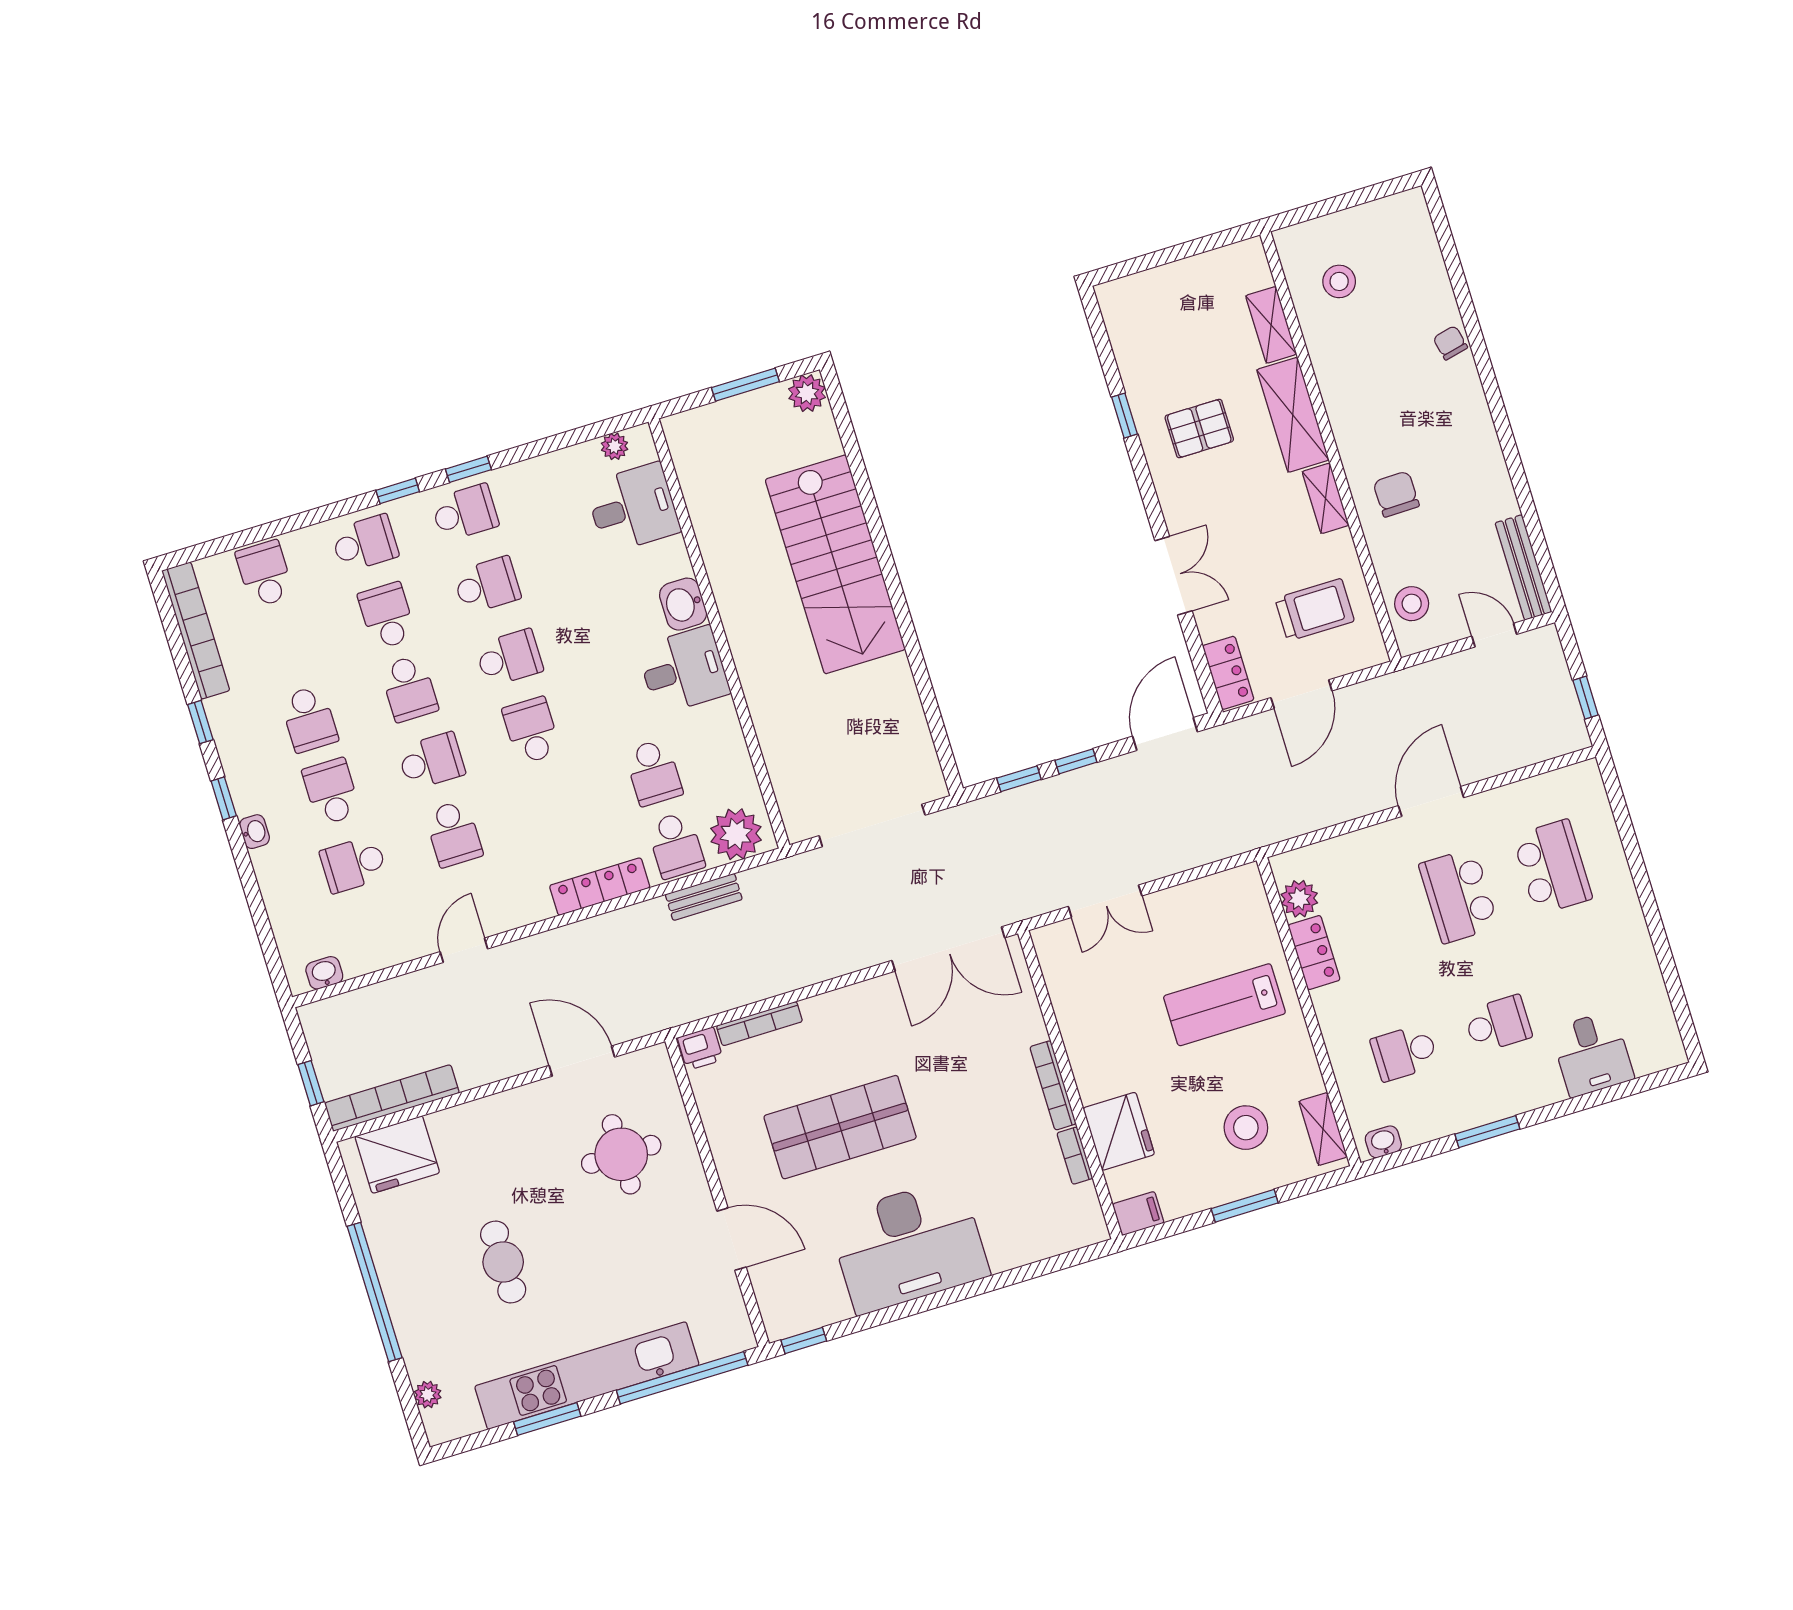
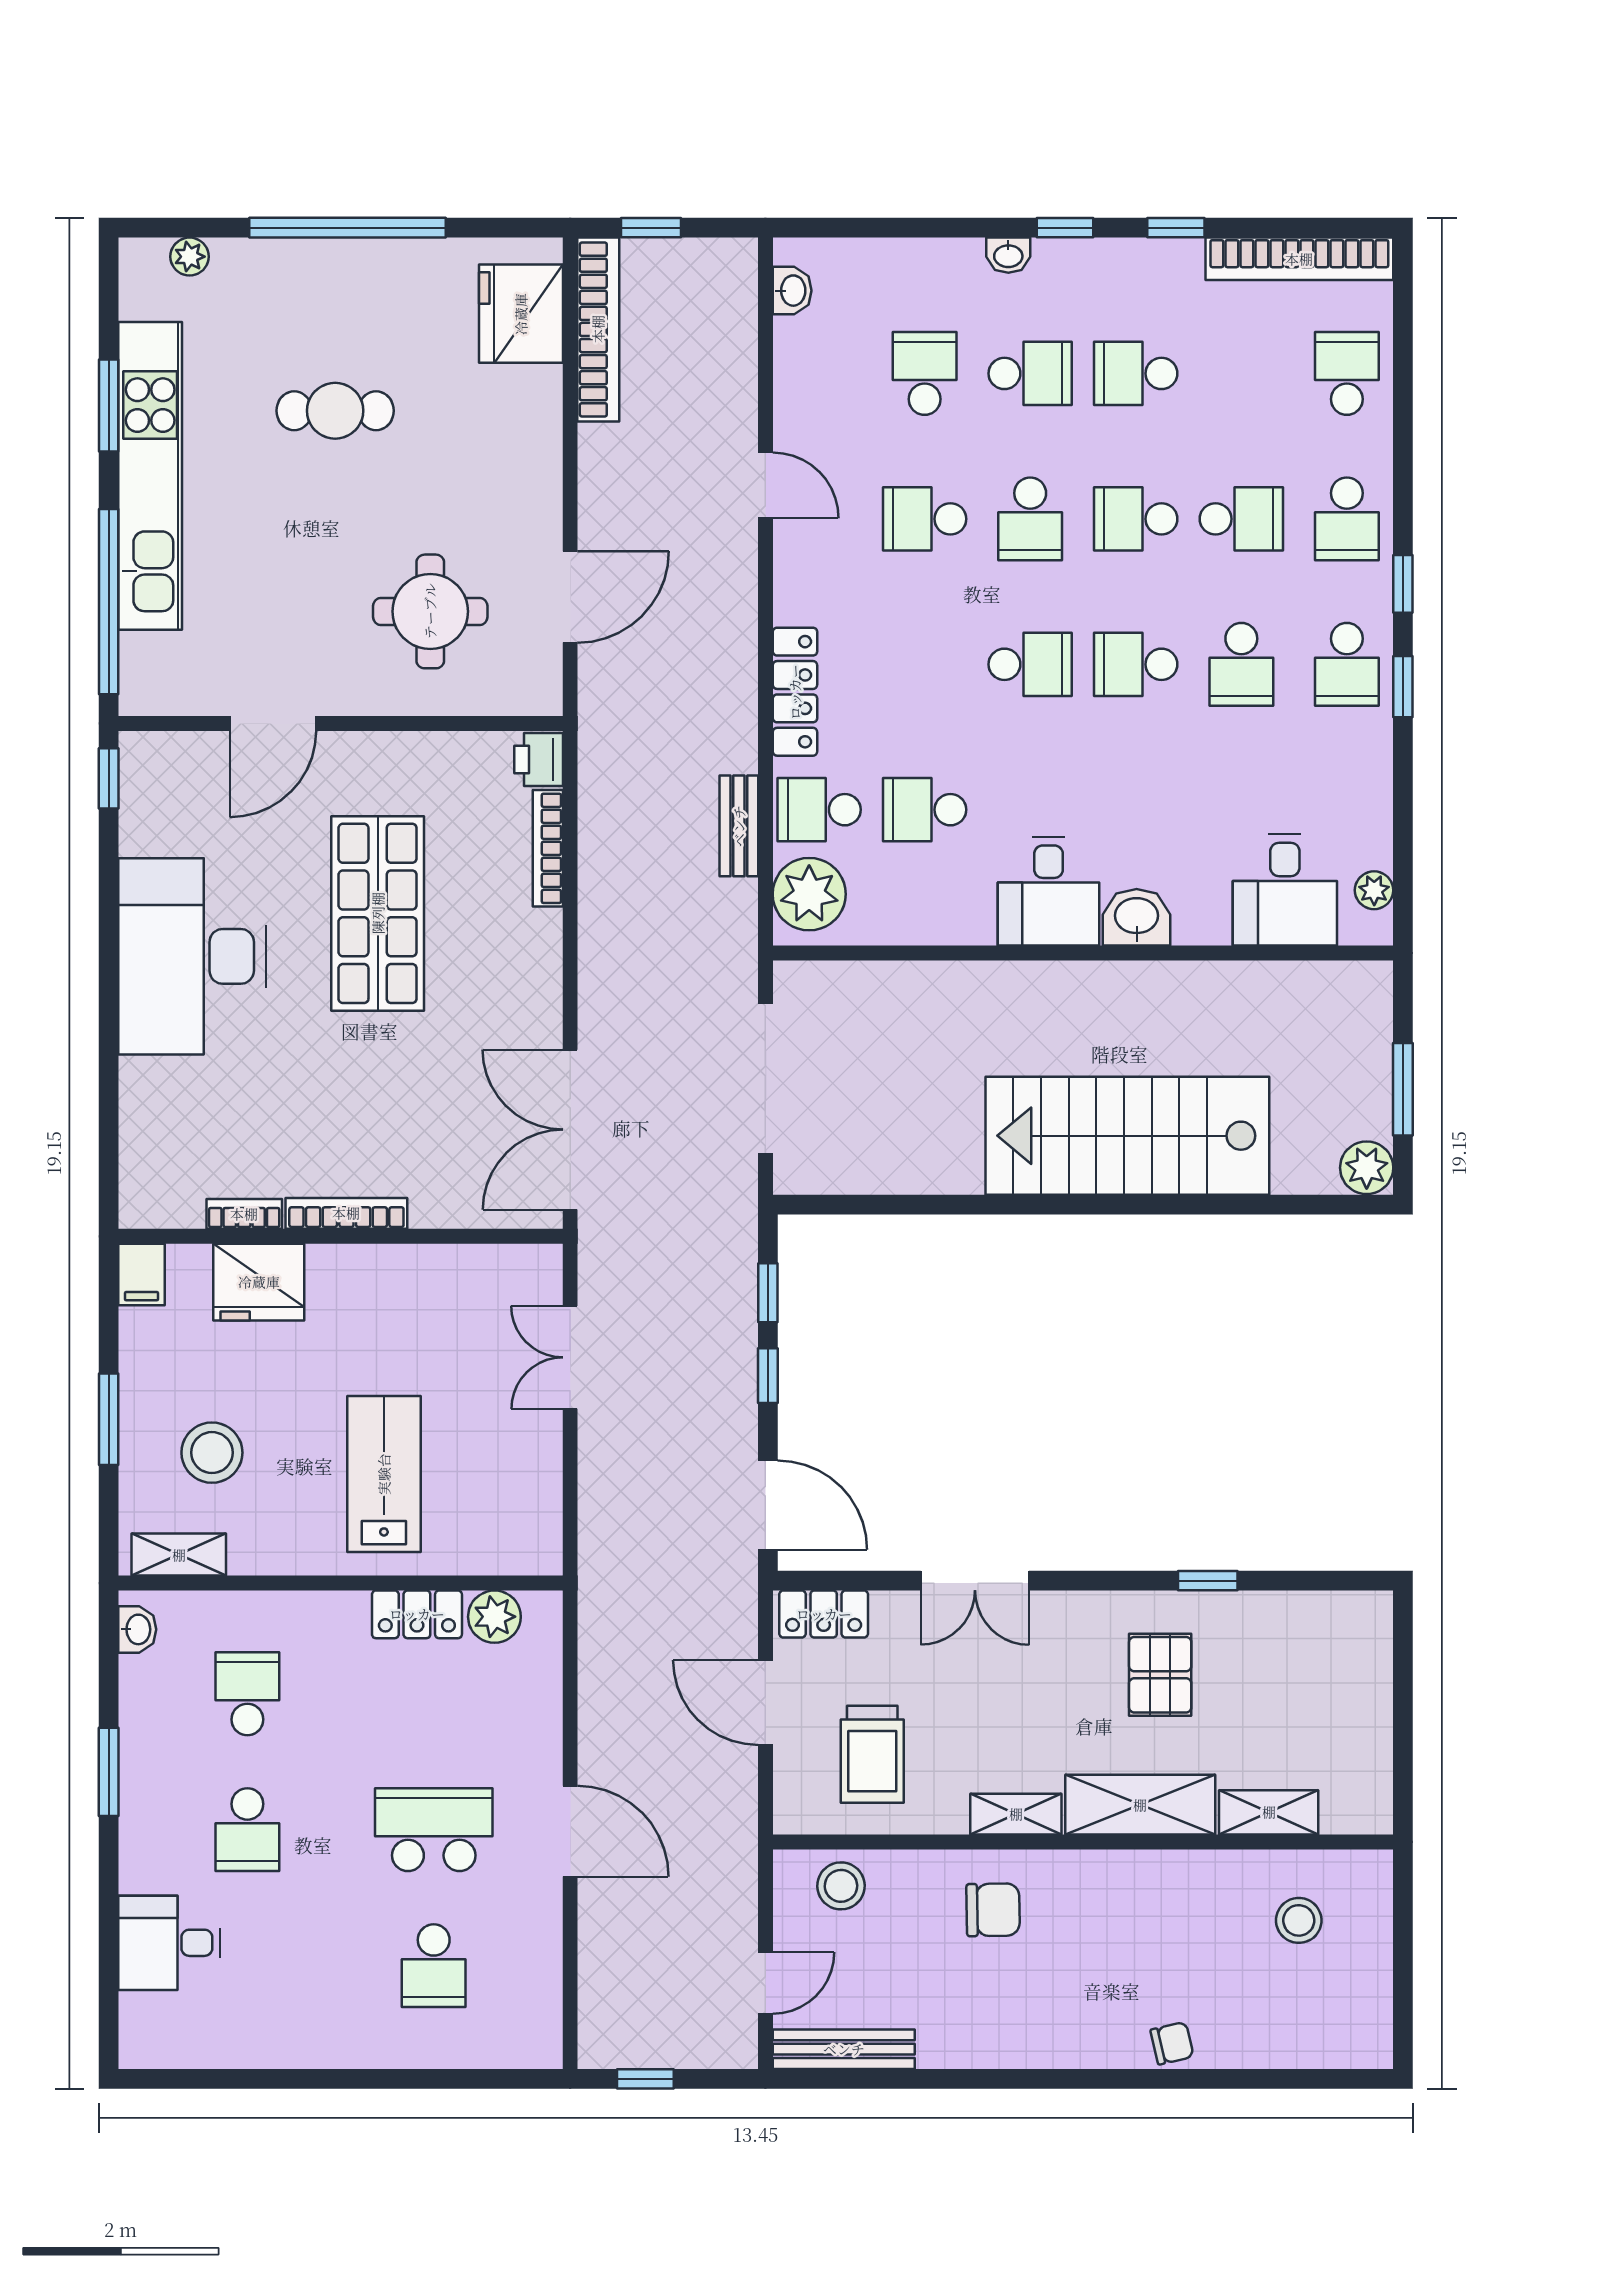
school desk: (265, 574) -> (1347, 373), turned -90
school desk: (509, 658) -> (1136, 664), turned 90
school desk: (1552, 867) -> (434, 1966), width x0.54

